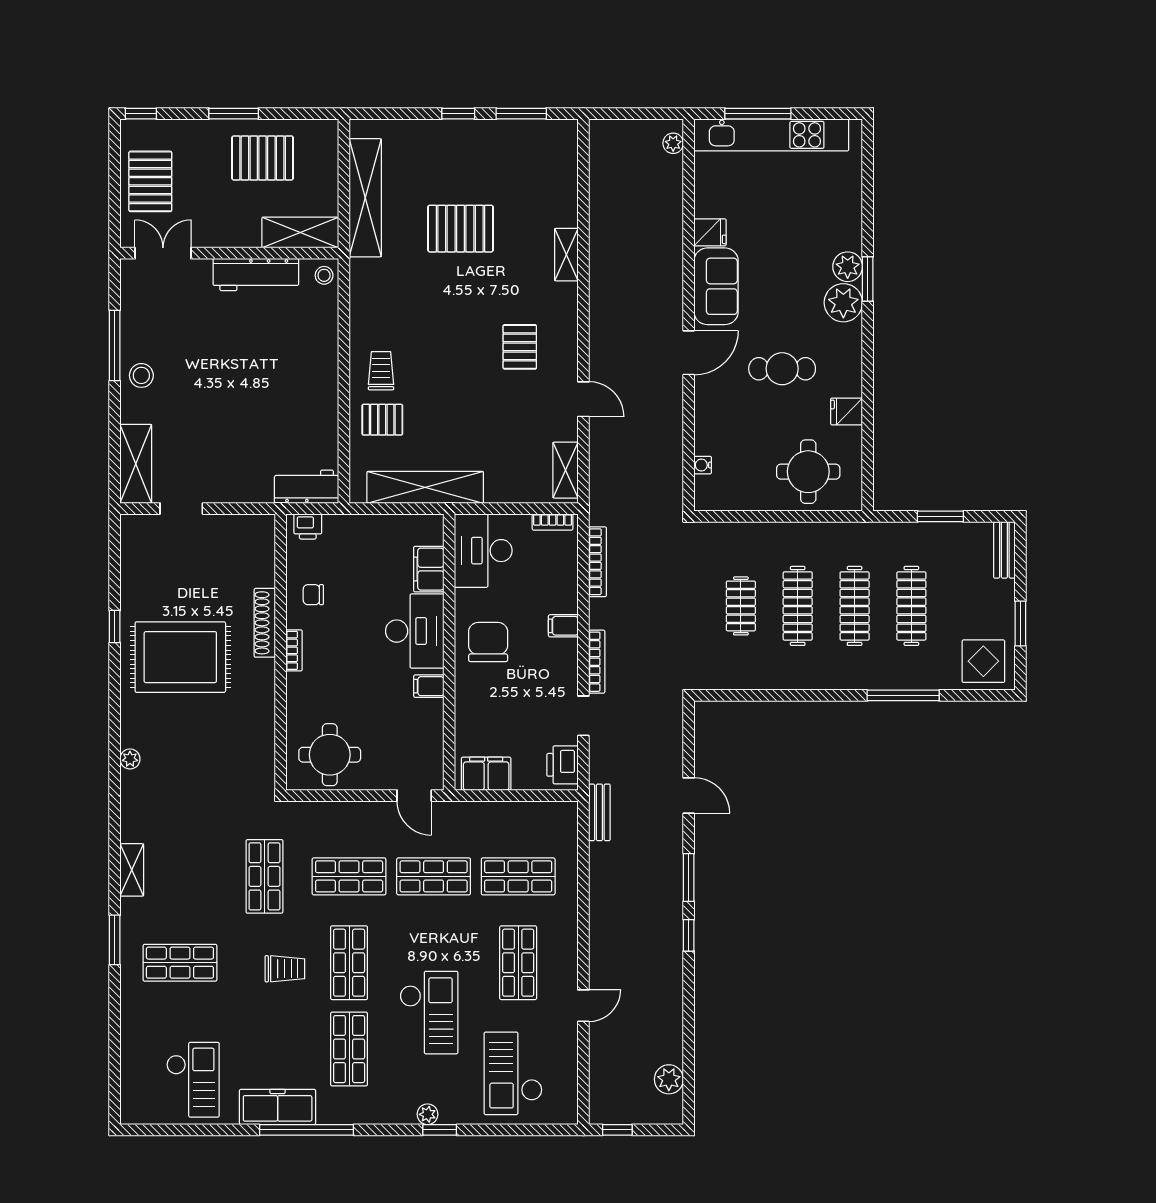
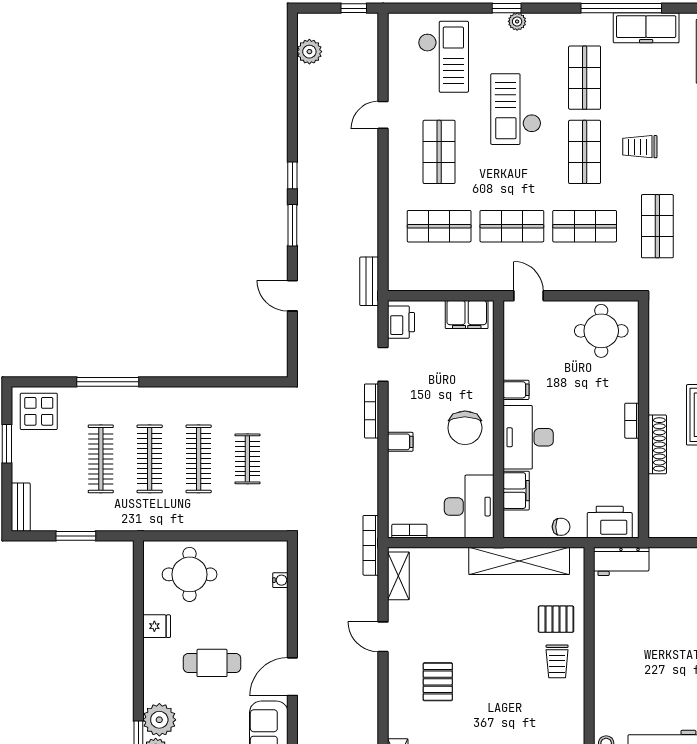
printer: (308, 526) -> (610, 522), width x1.87, depth x1.48
bookcase: (598, 562) -> (371, 545), moved
chair: (313, 595) -> (561, 527), moved

